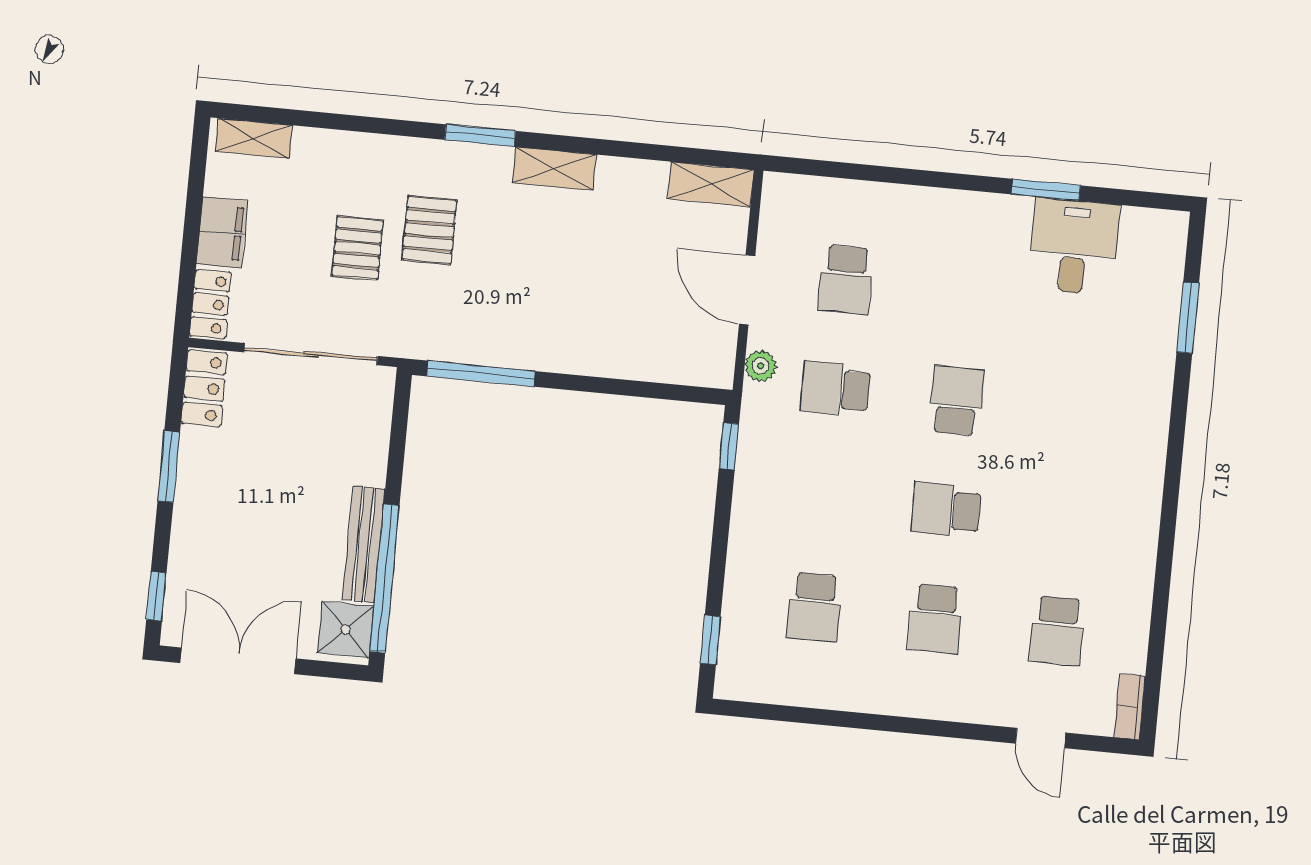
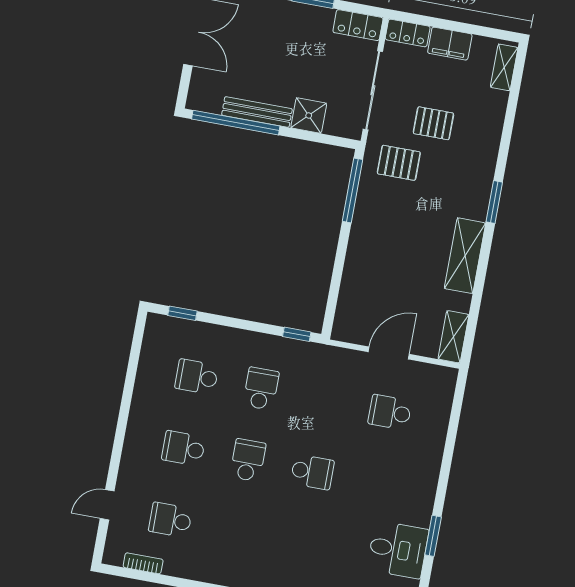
shelving: (554, 169) -> (465, 256), width x1.50, depth x1.33
pallet: (429, 230) -> (399, 163), moved
plant: (761, 366) -> (343, 357), removed
school desk: (835, 389) -> (261, 389), moved
shower: (346, 629) -> (309, 116), moved
bookcase: (1130, 707) -> (143, 563), moved

